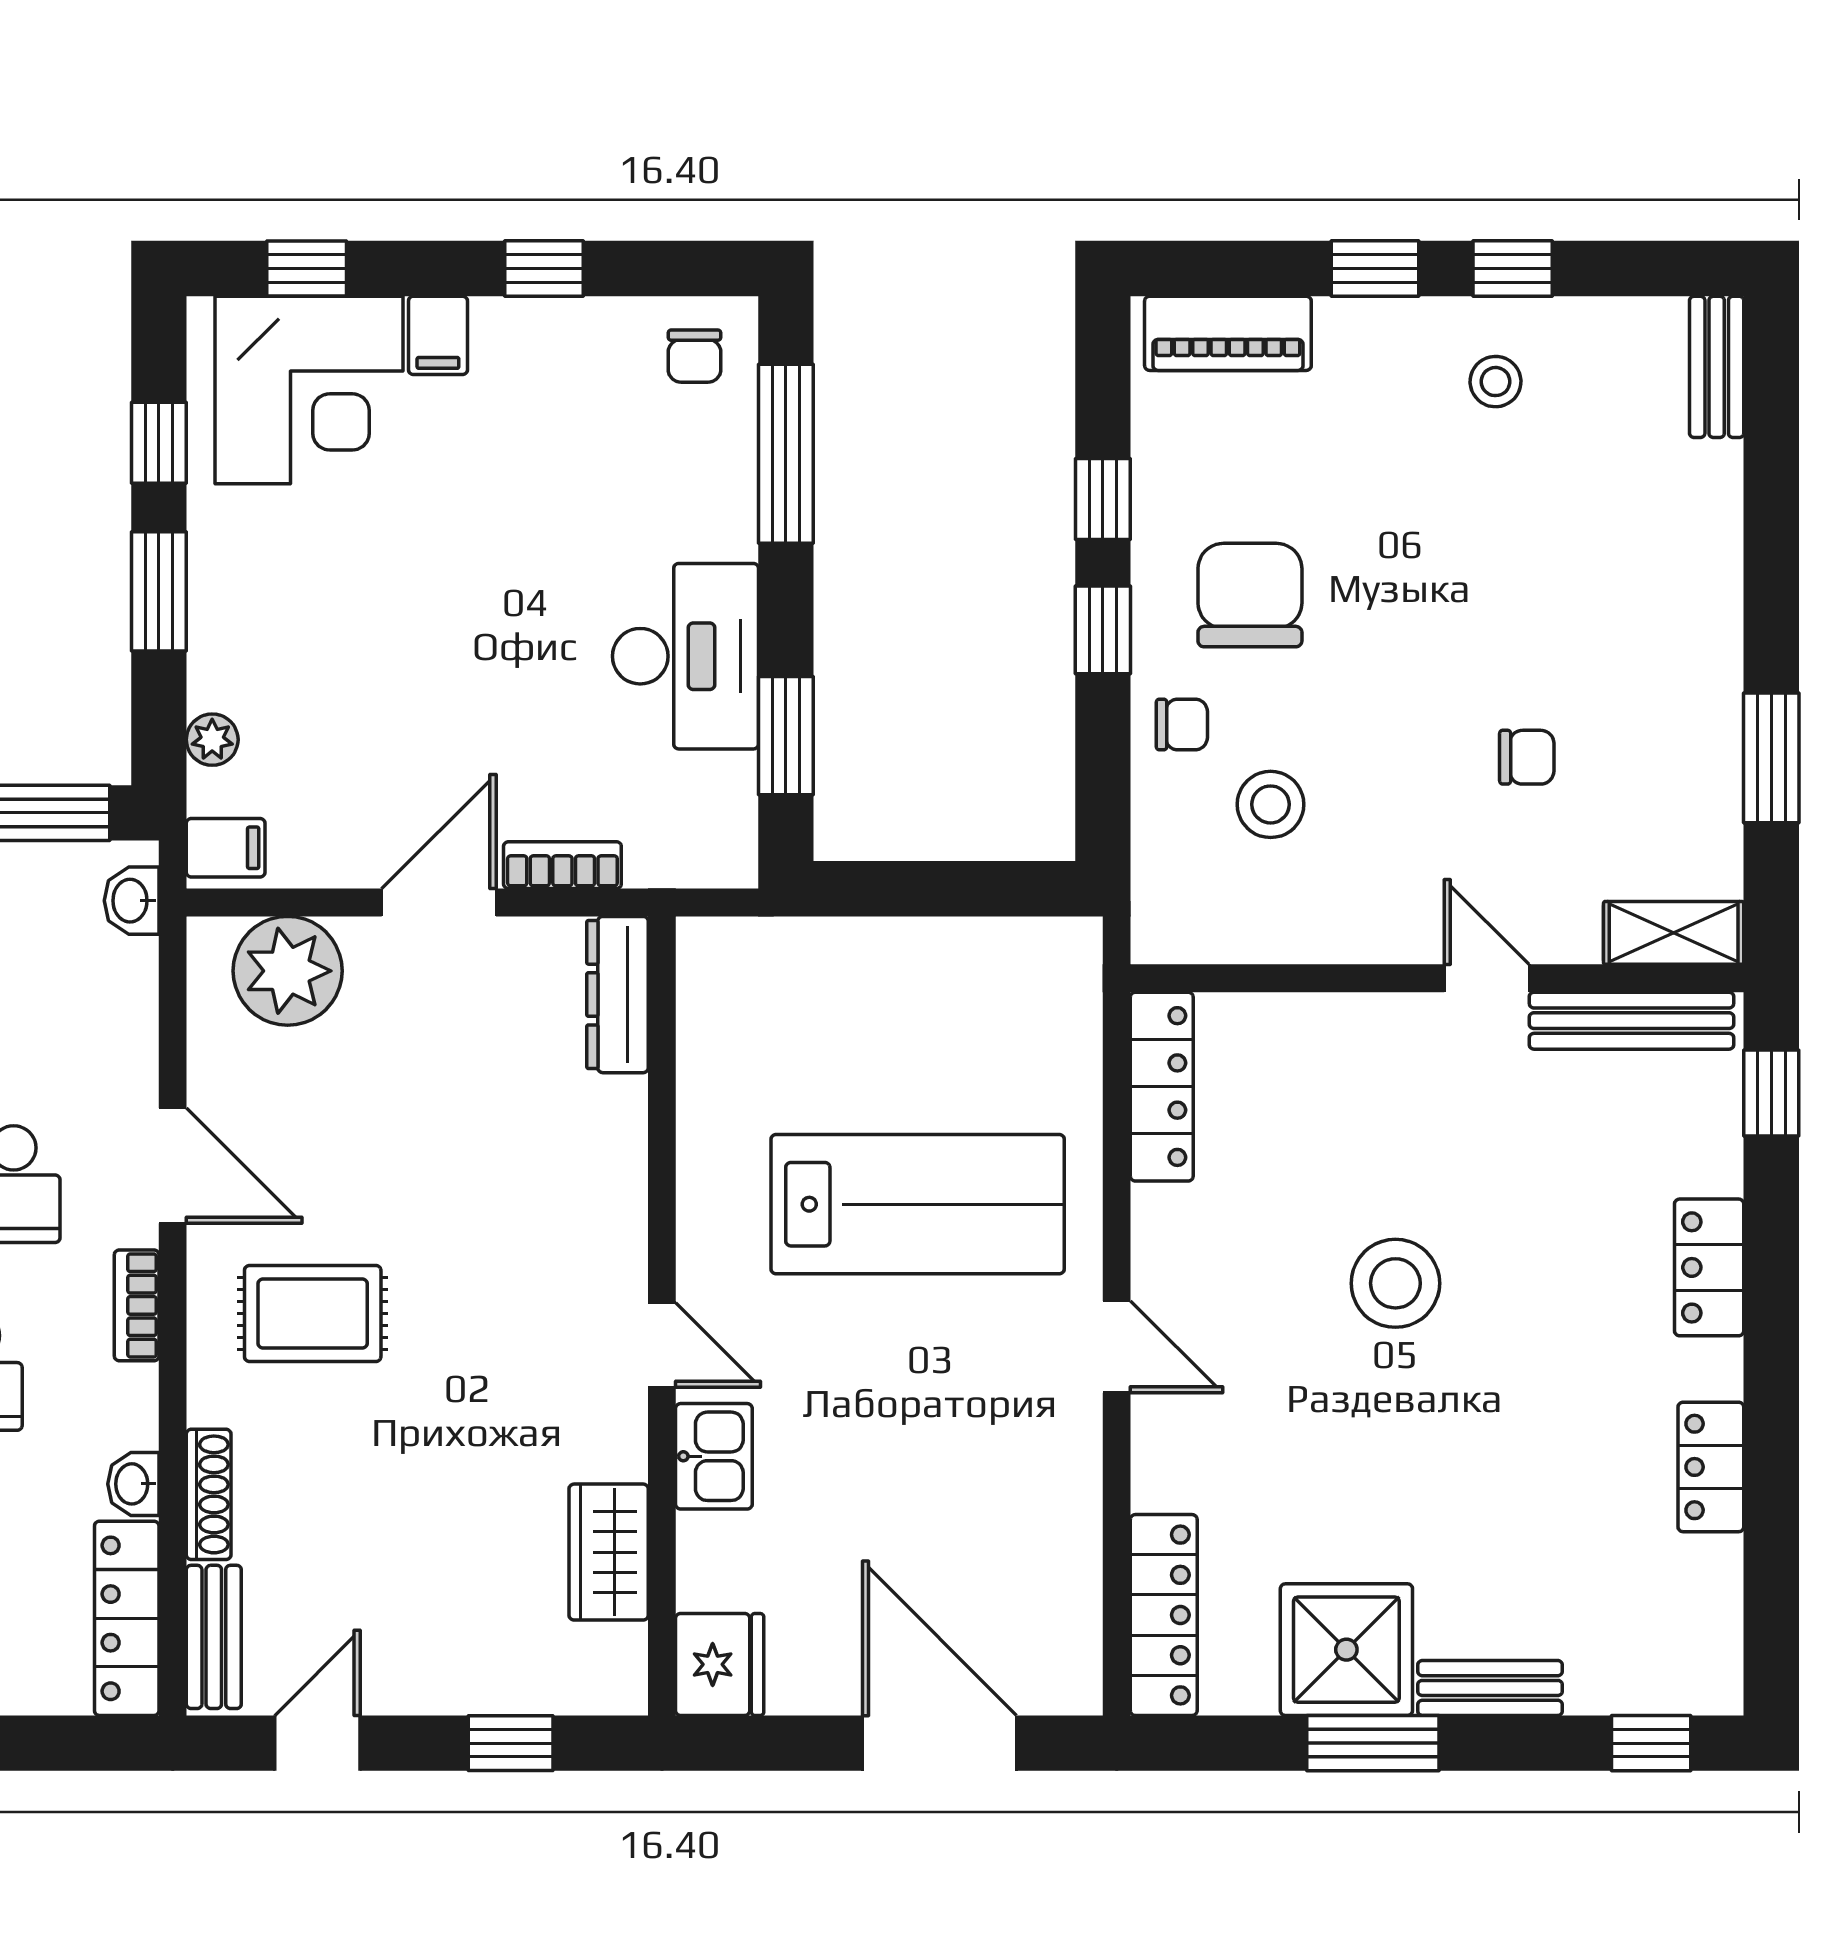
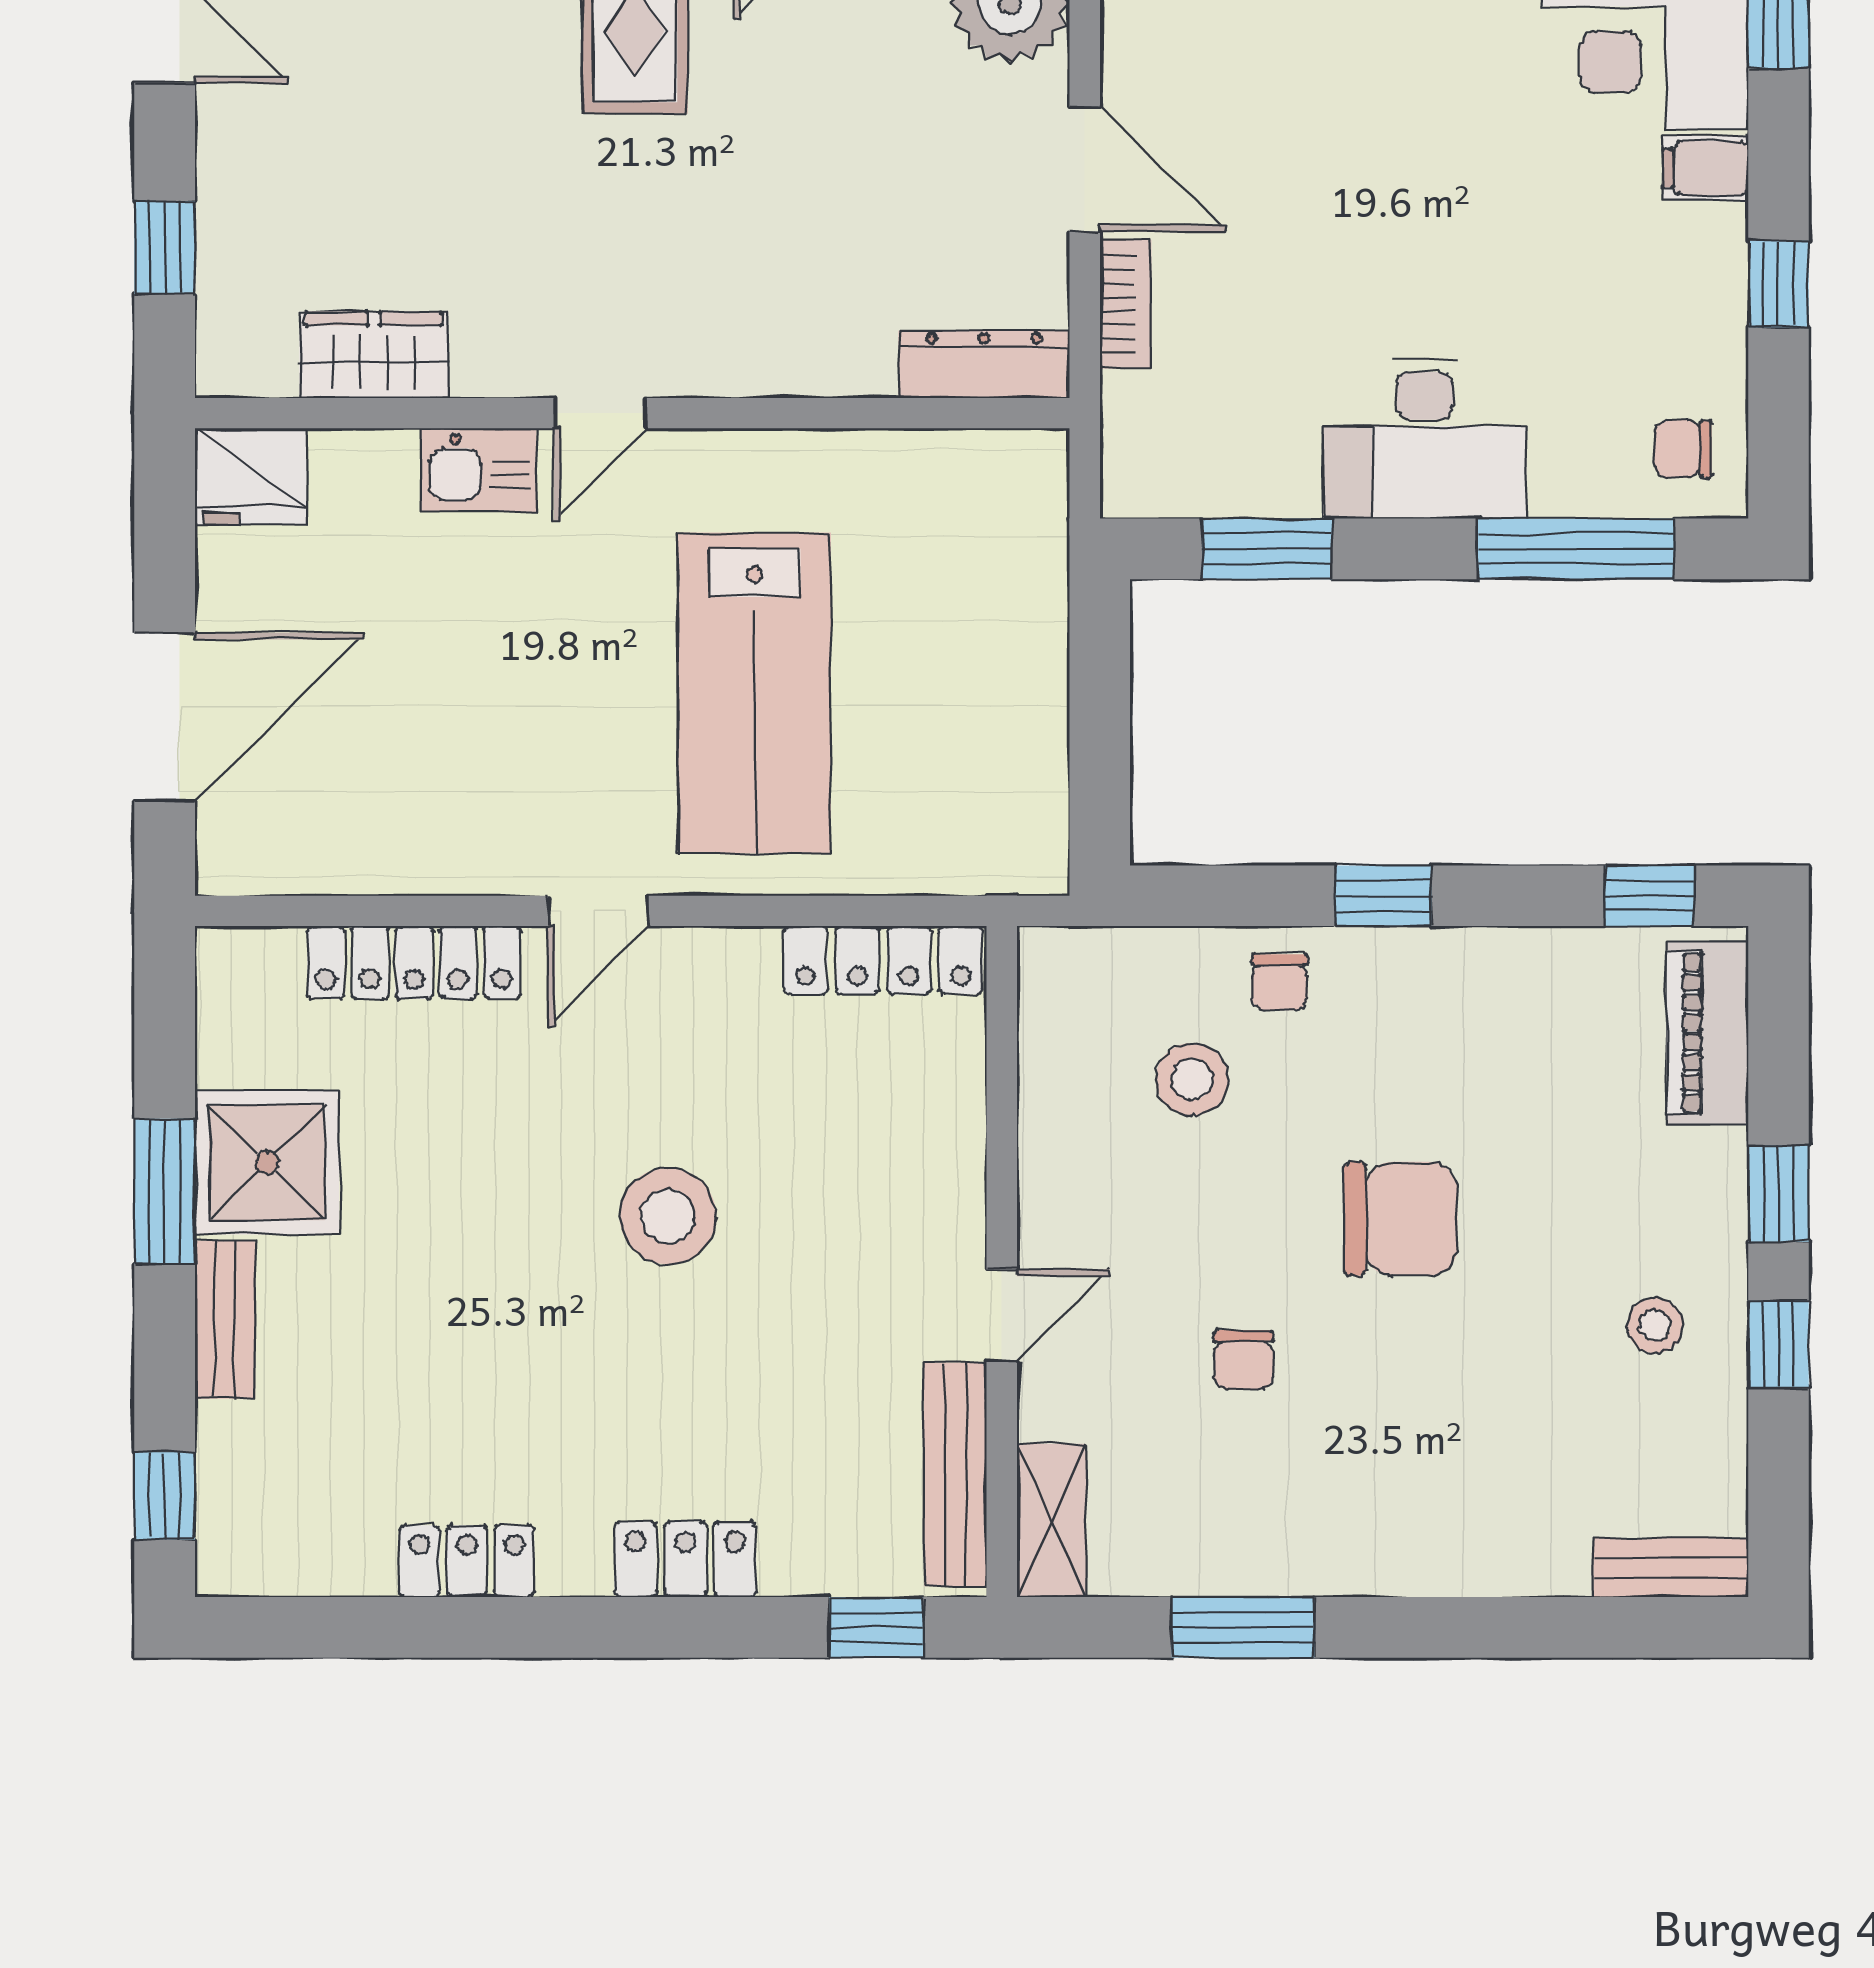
window: (1103, 499) -> (1649, 896), moved
chair: (1250, 595) -> (1401, 1219), moved
desk: (685, 656) -> (1425, 439), moved
locker: (1164, 1615) -> (414, 962), moved

